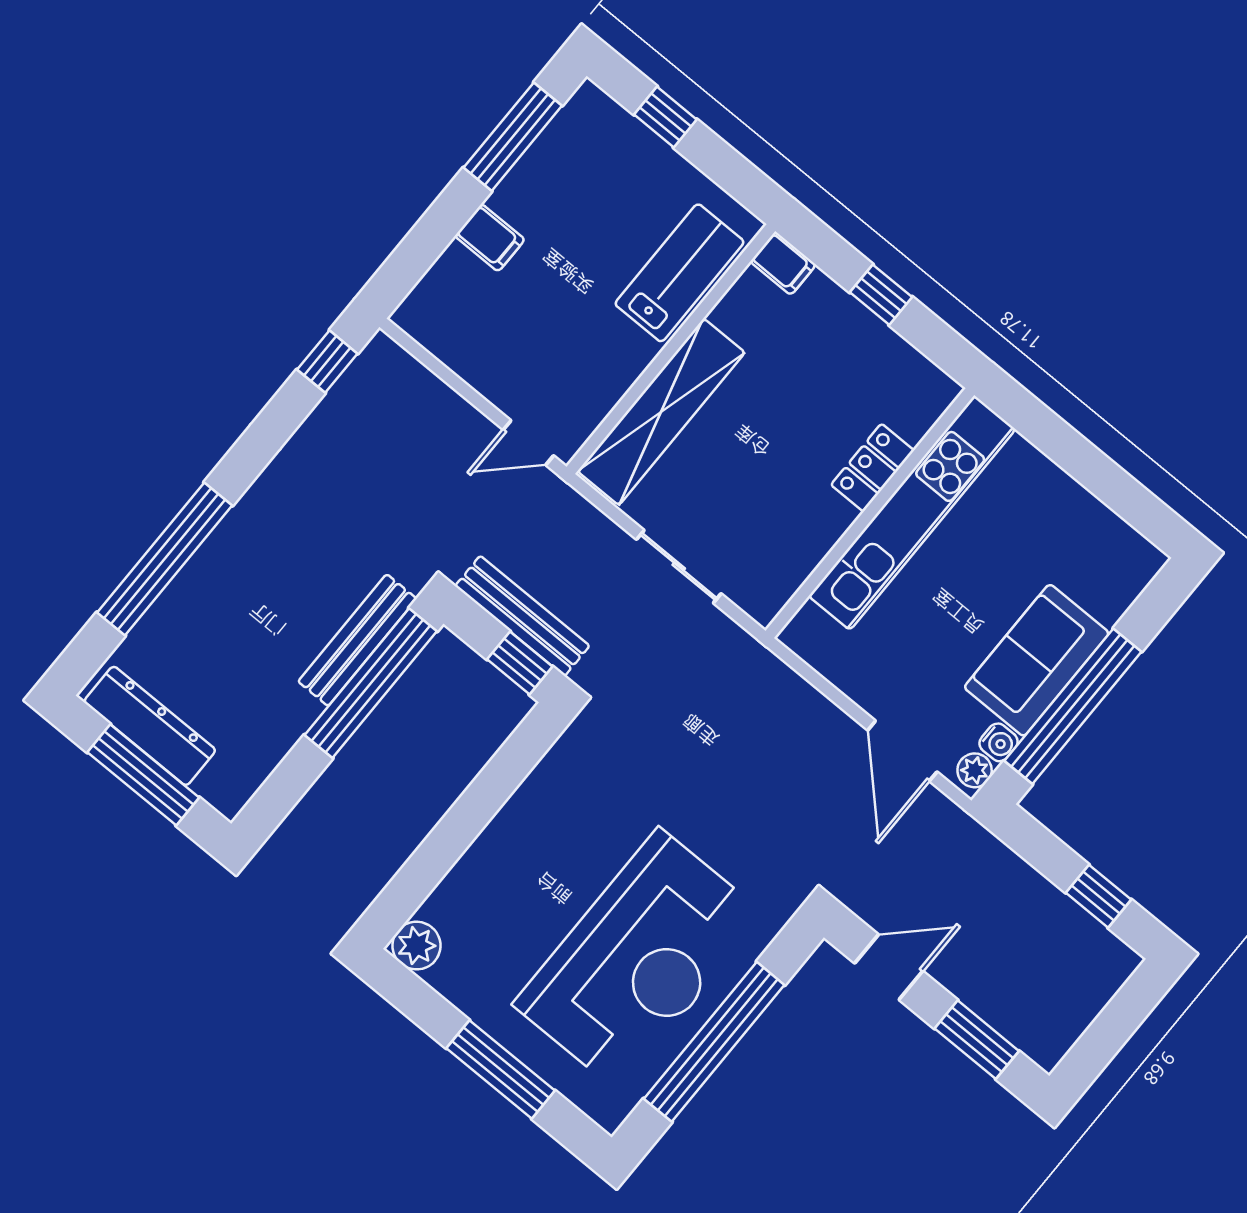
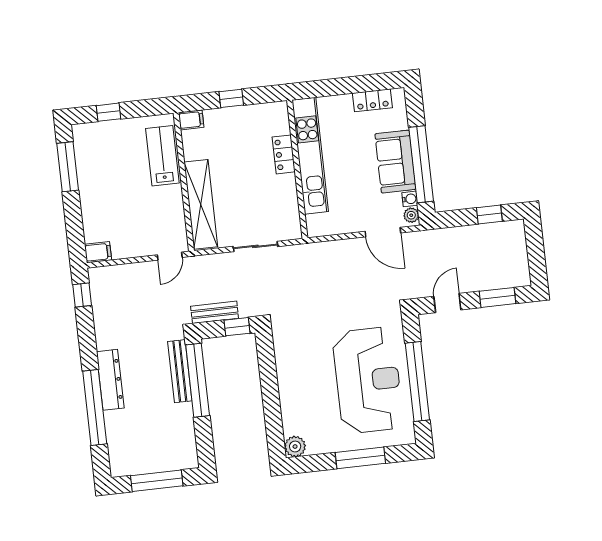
filing cabinet: (490, 238) -> (98, 252), moved
locker: (1100, 527) -> (372, 100), added
bench: (522, 616) -> (215, 312), width x0.73
dresser: (150, 726) -> (110, 380), moved, turned 90

